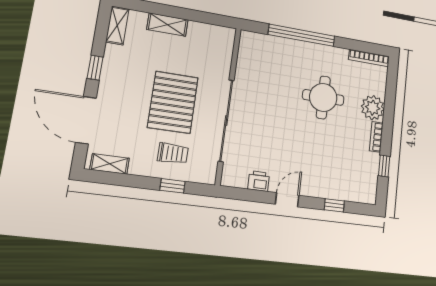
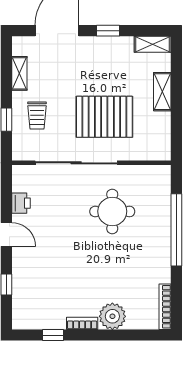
round table: (323, 97) -> (112, 211), moved
pallet: (173, 102) -> (104, 117), moved
shelving: (110, 164) -> (19, 73), moved

